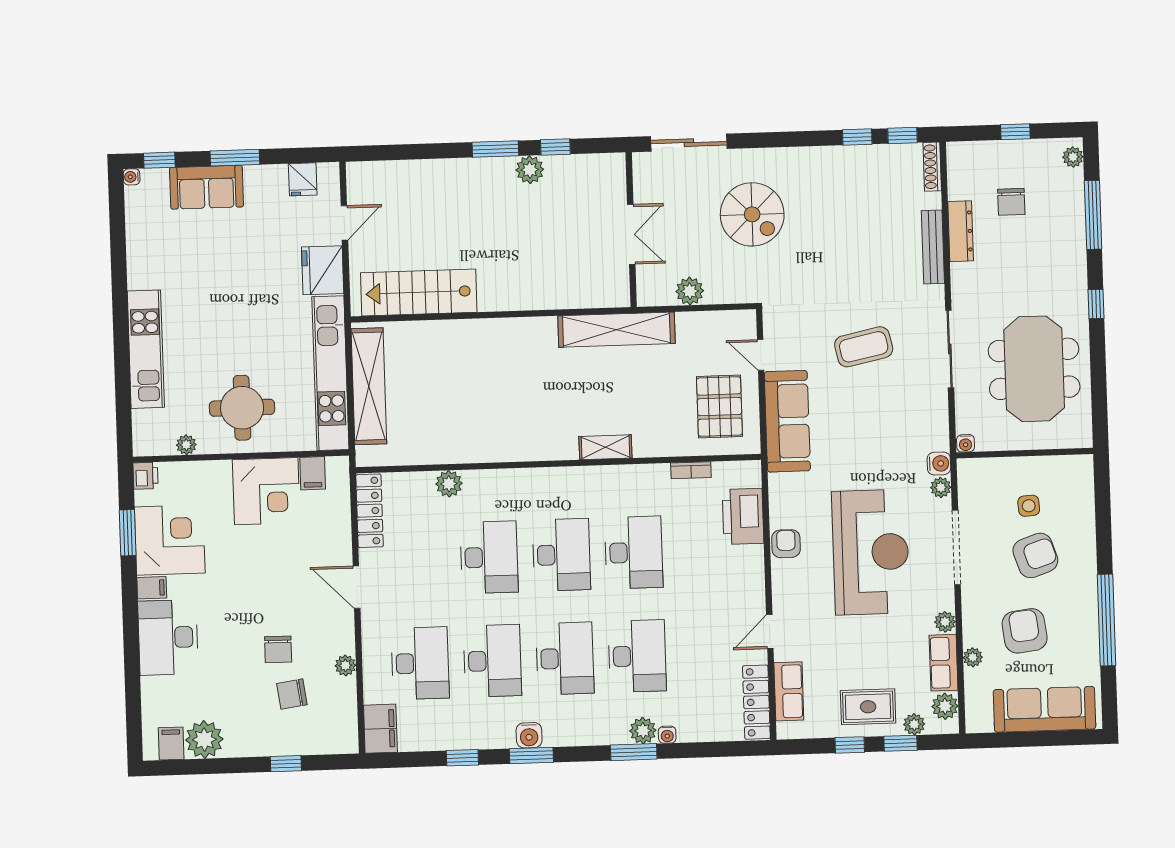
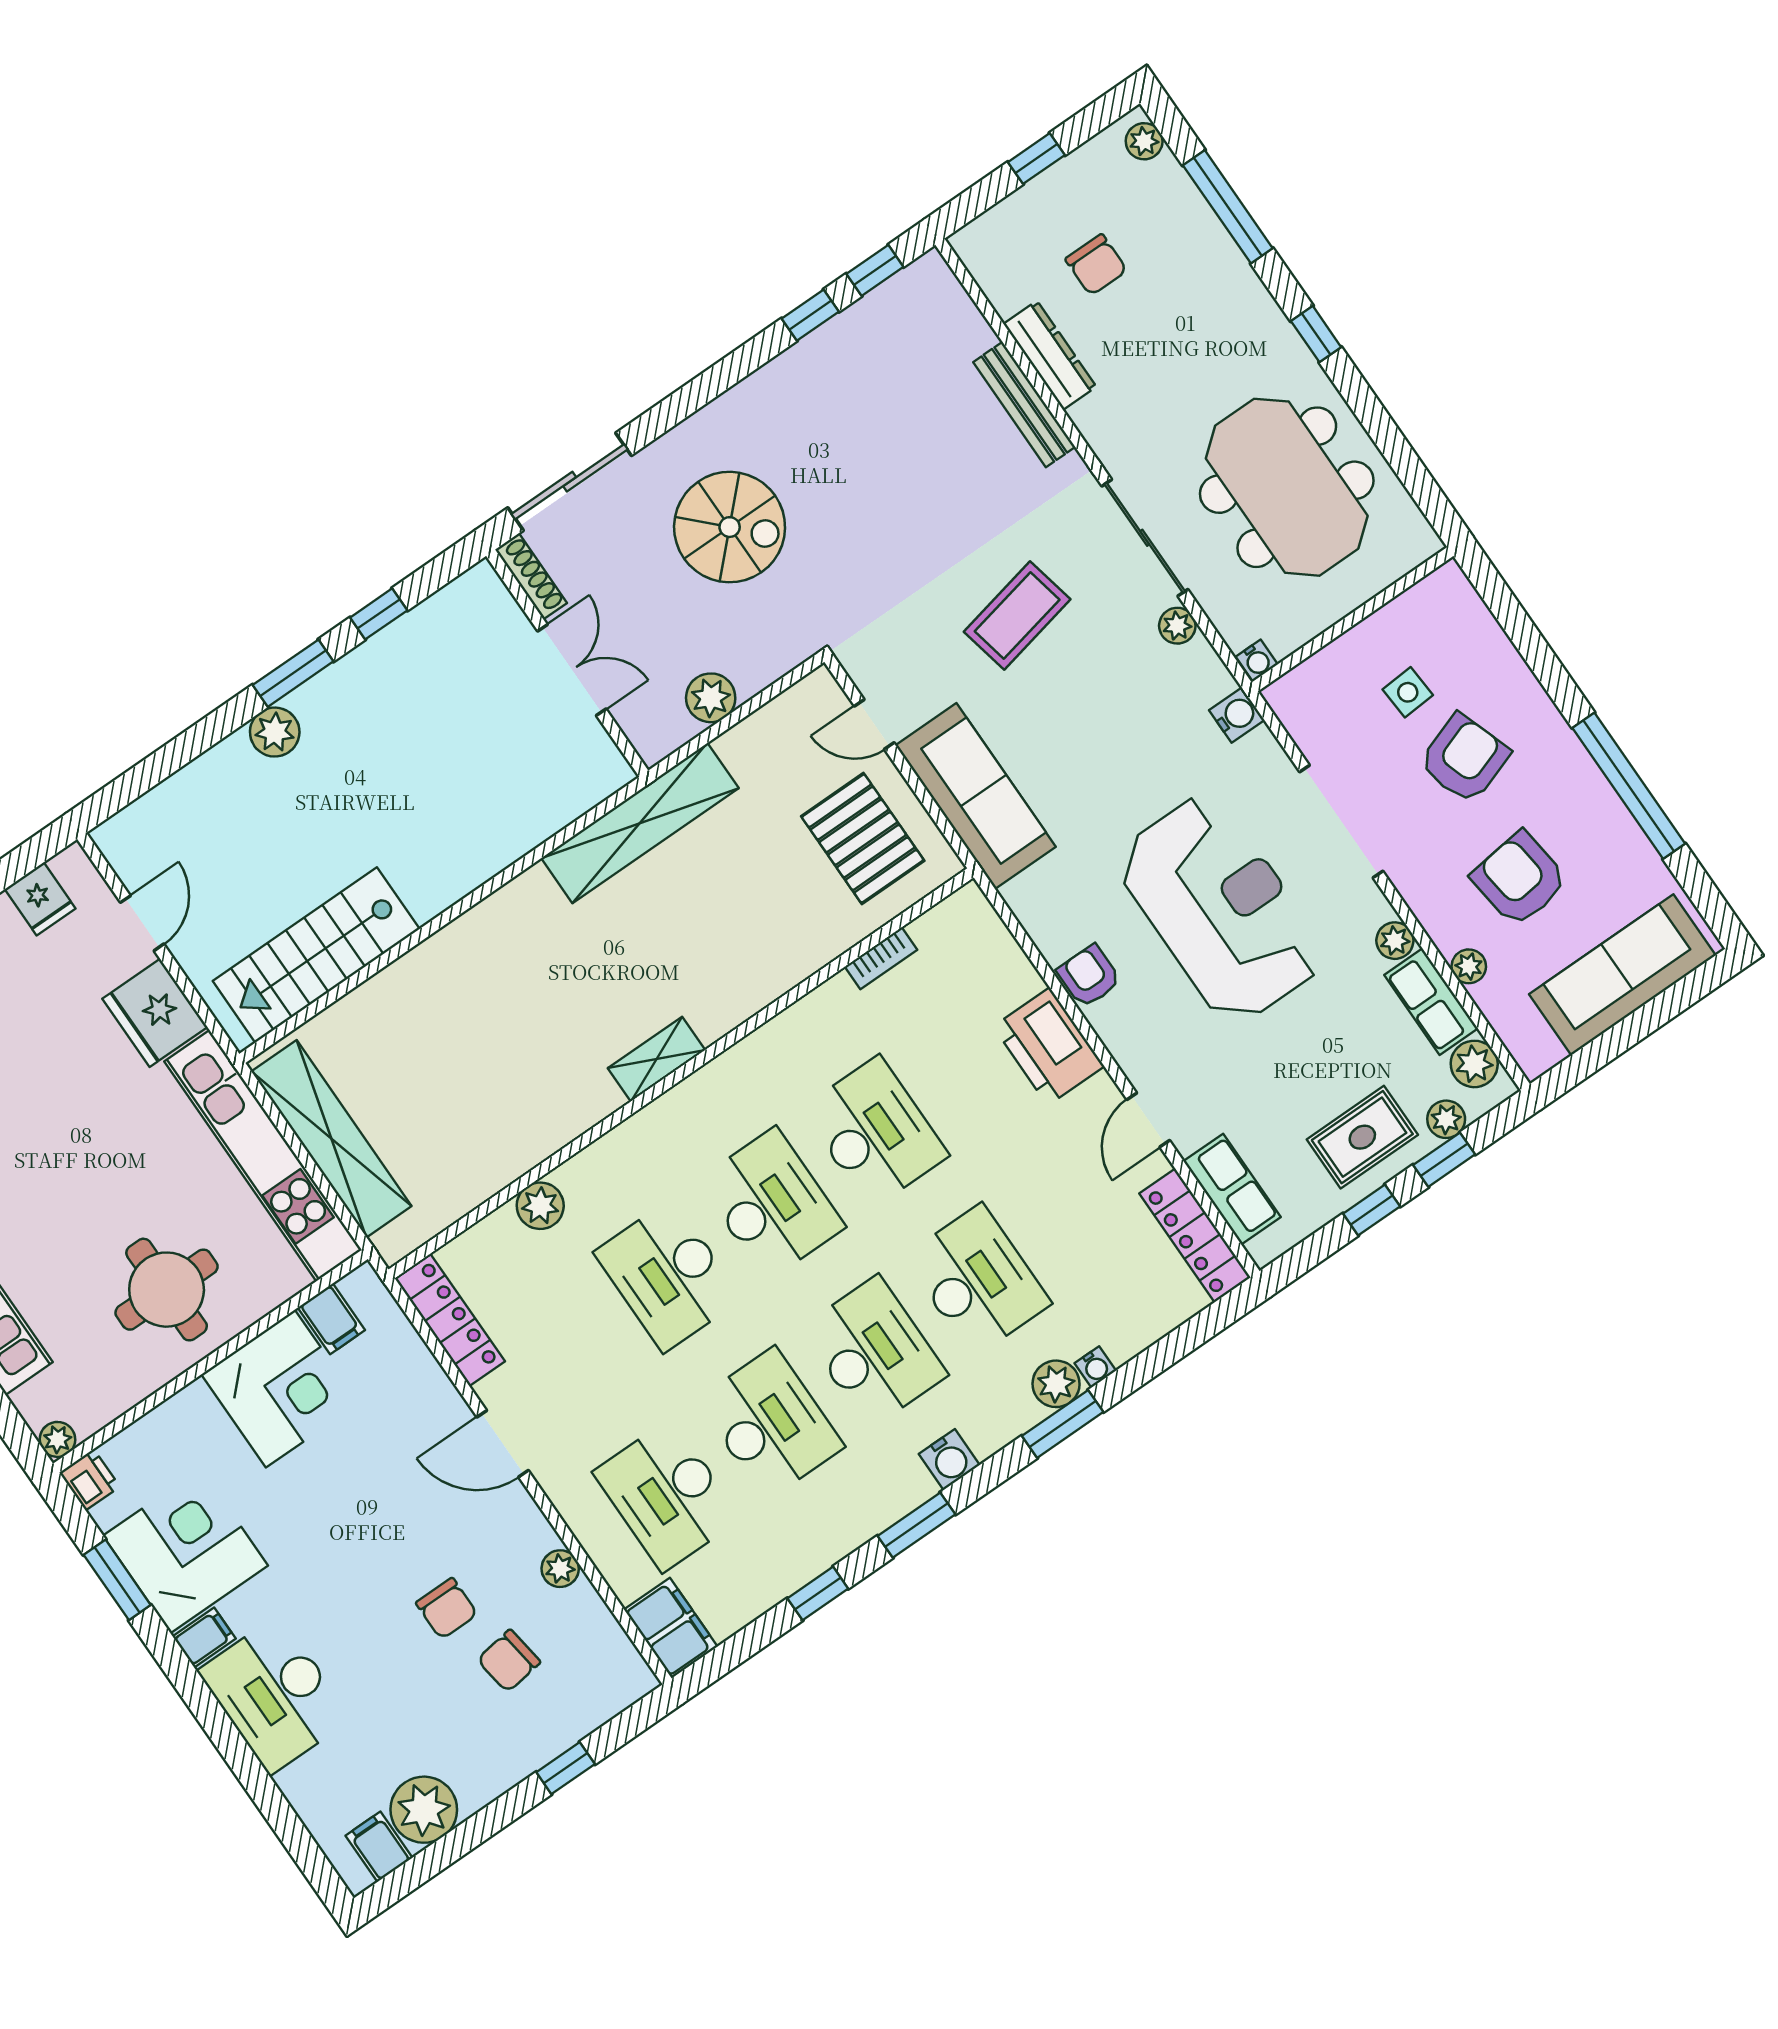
shoe rack: (932, 167) -> (531, 576), moved, turned 180
plant: (530, 170) -> (275, 732), moved
plant: (186, 445) -> (57, 1439), moved
shelving: (605, 447) -> (656, 1059), moved
plant: (941, 487) -> (1177, 626), moved
printer: (743, 516) -> (1049, 1046), moved
desk: (489, 557) -> (668, 1275), turned 180
desk: (420, 663) -> (667, 1495), turned 180
water cooler: (529, 735) -> (949, 1459), moved

